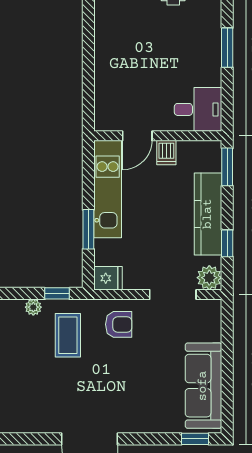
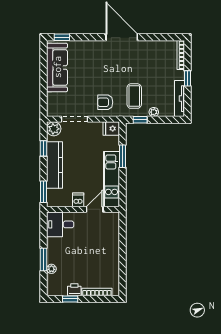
plant: (213, 31) -> (51, 269), added

